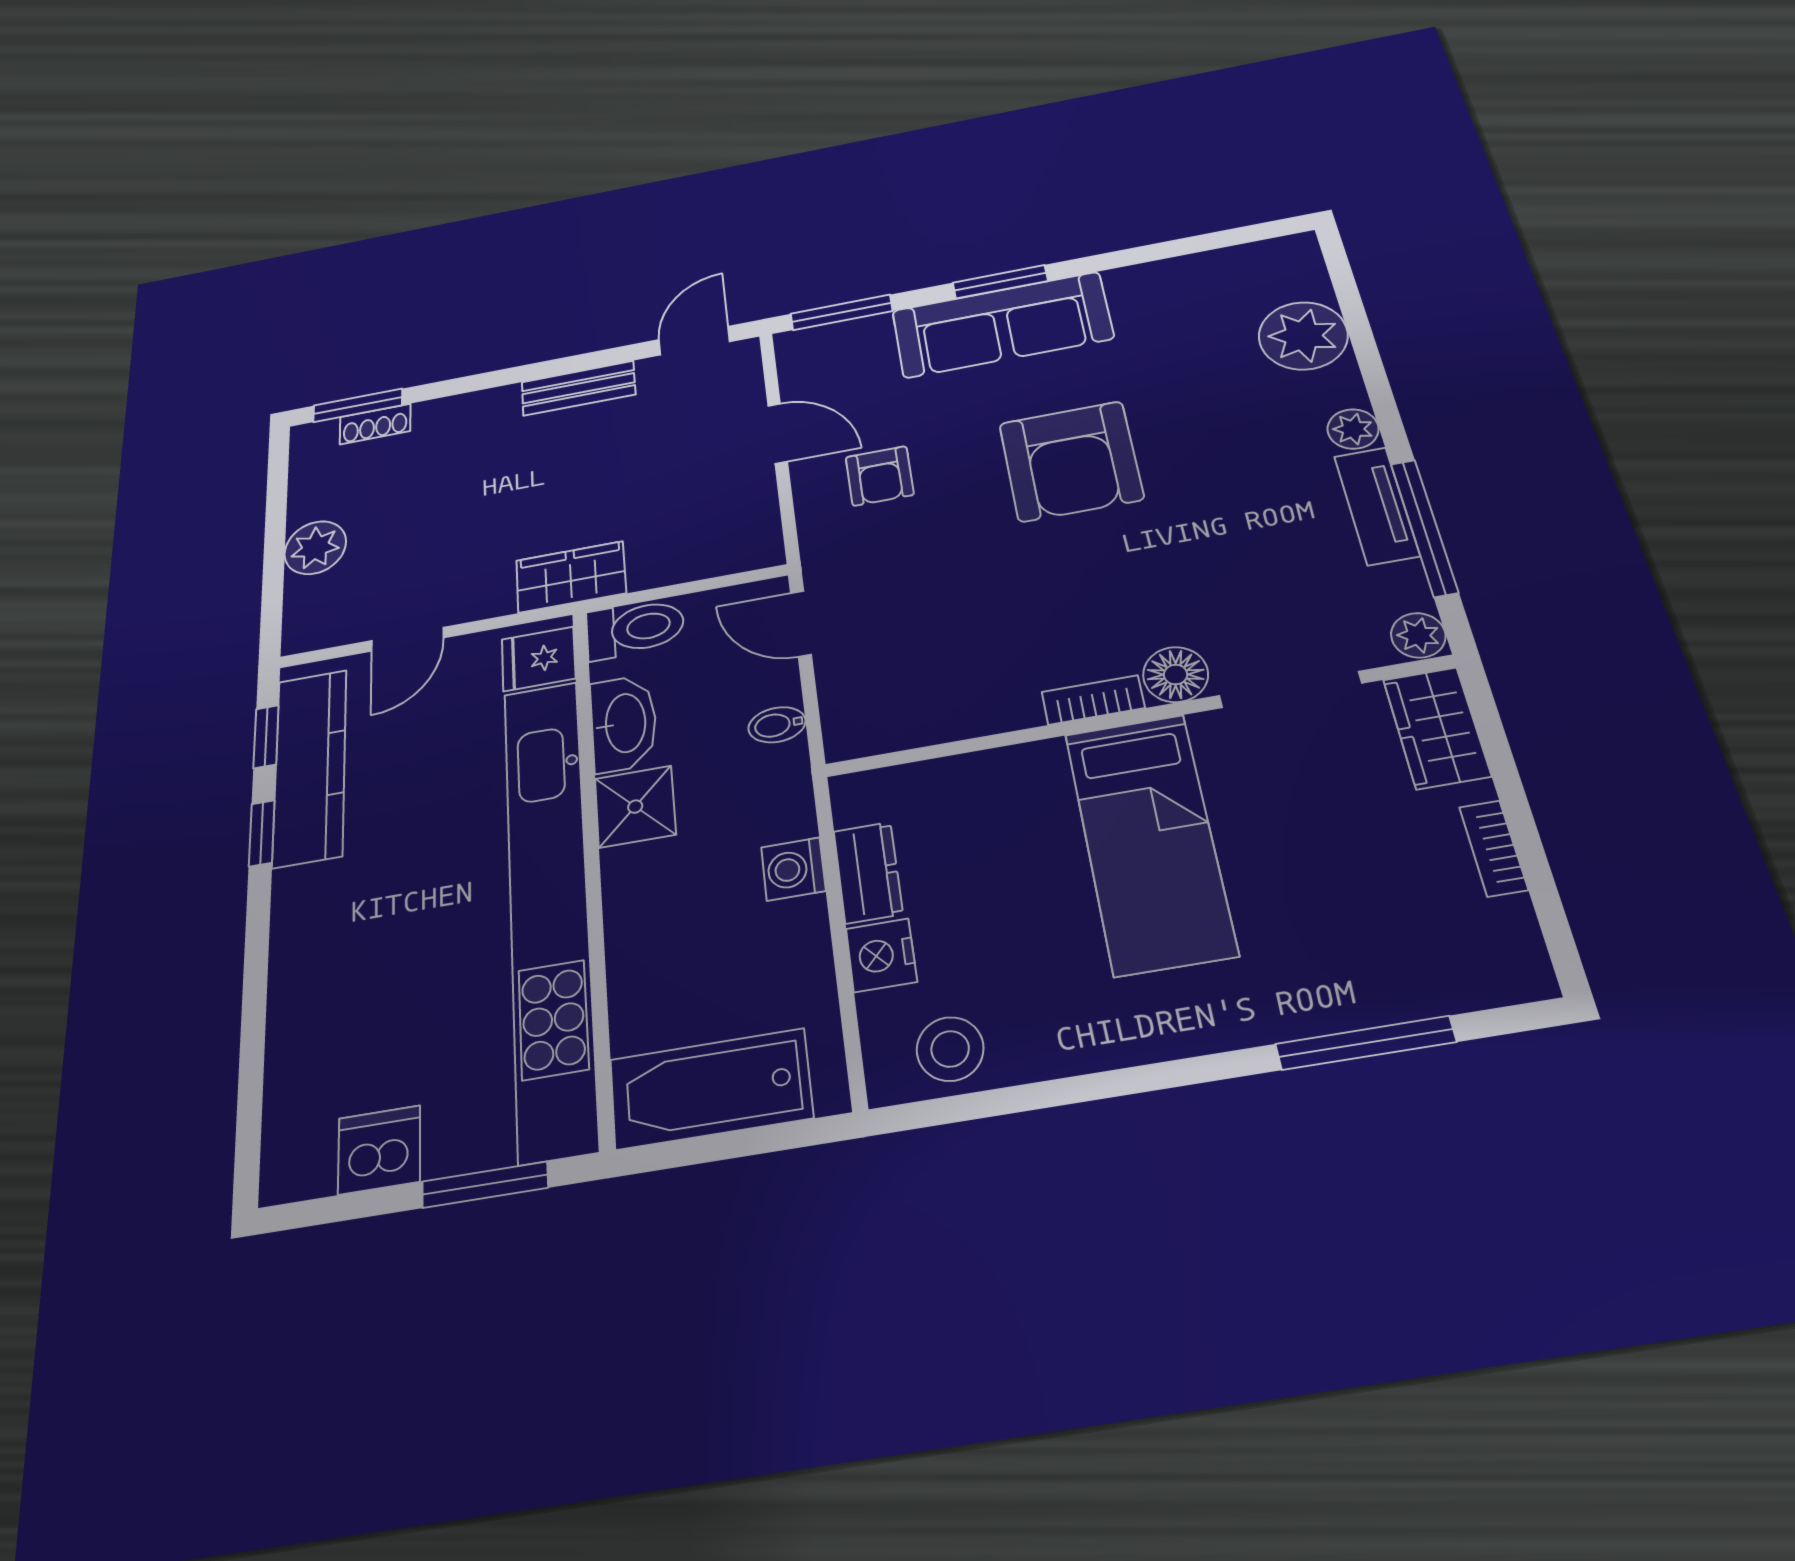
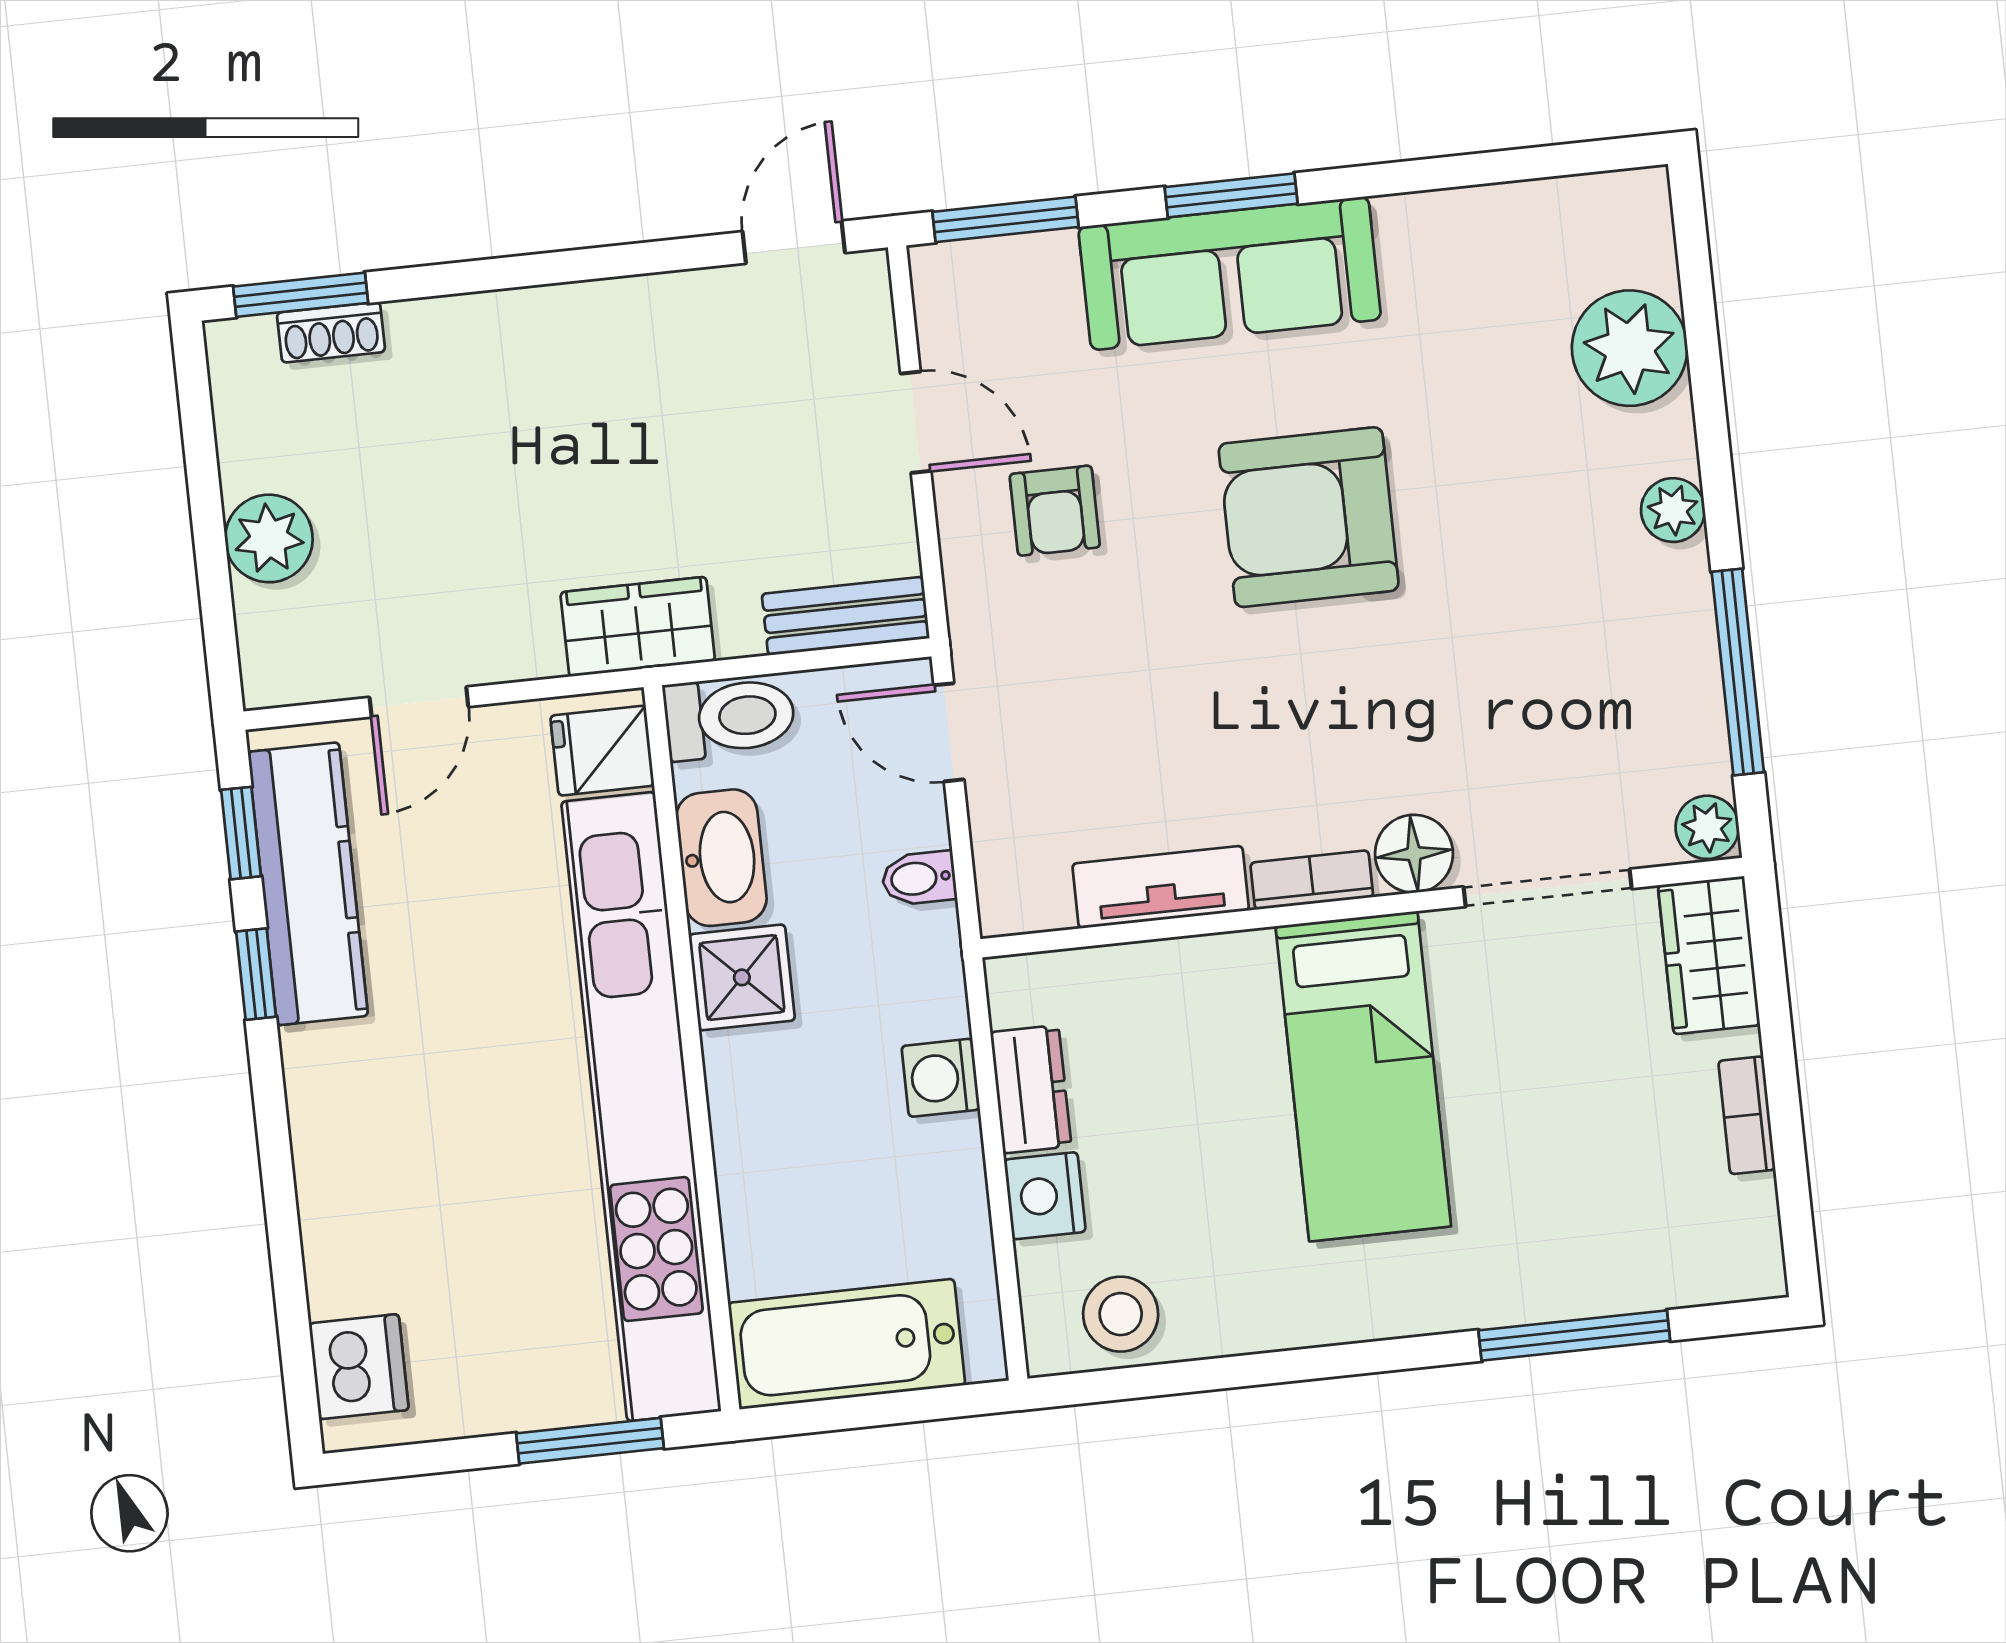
bench: (578, 388) -> (846, 616), moved
armchair: (1071, 461) -> (1309, 517), turned 90
tv unit: (1377, 506) -> (1161, 887), moved, turned 90
dishwasher: (379, 1150) -> (359, 1367), moved, turned 90

